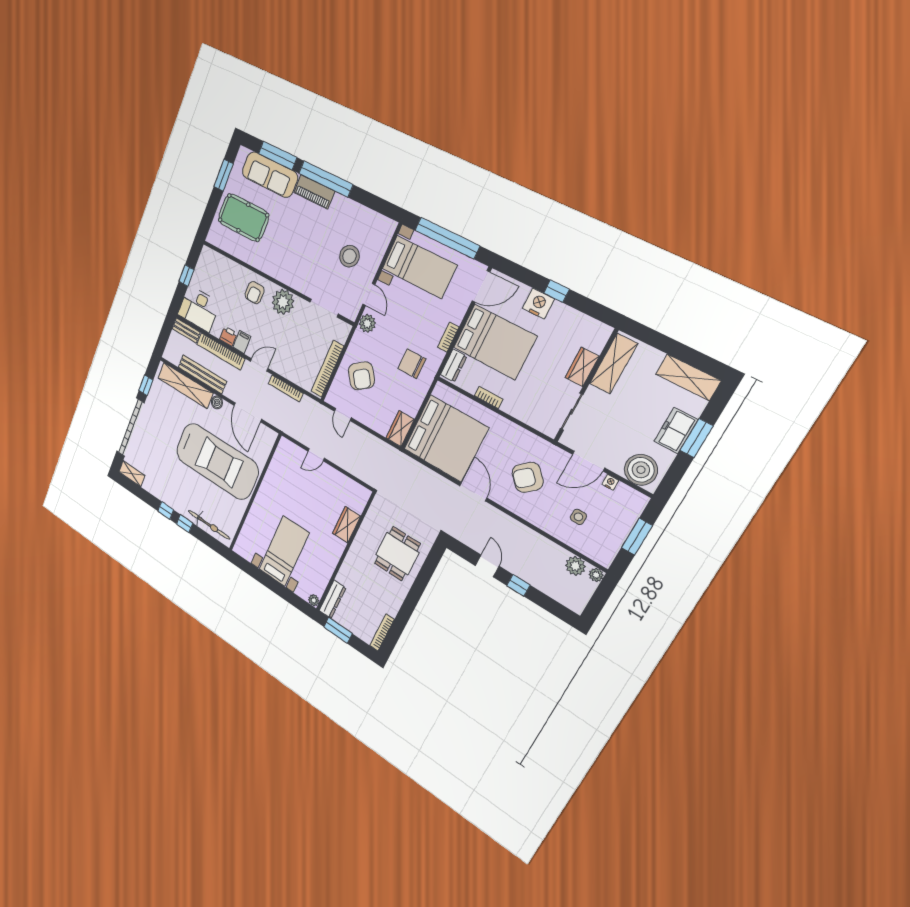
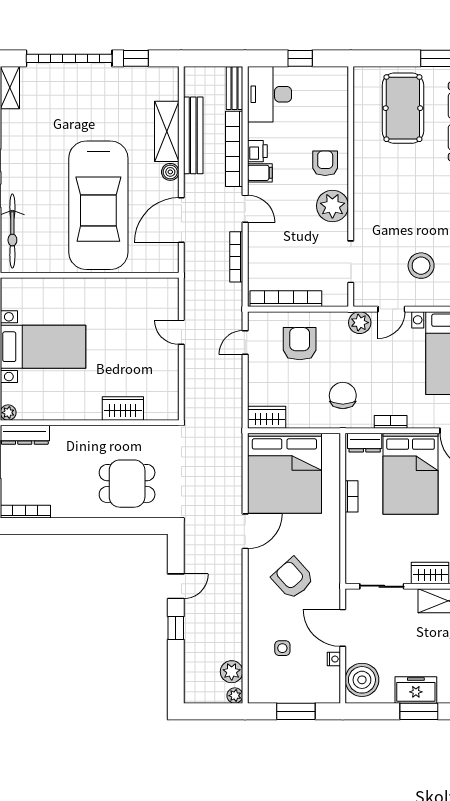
armchair: (255, 293) -> (325, 163), turned 90
armchair: (361, 376) -> (300, 344), turned 126
shelving: (185, 385) -> (167, 131), width x0.68

